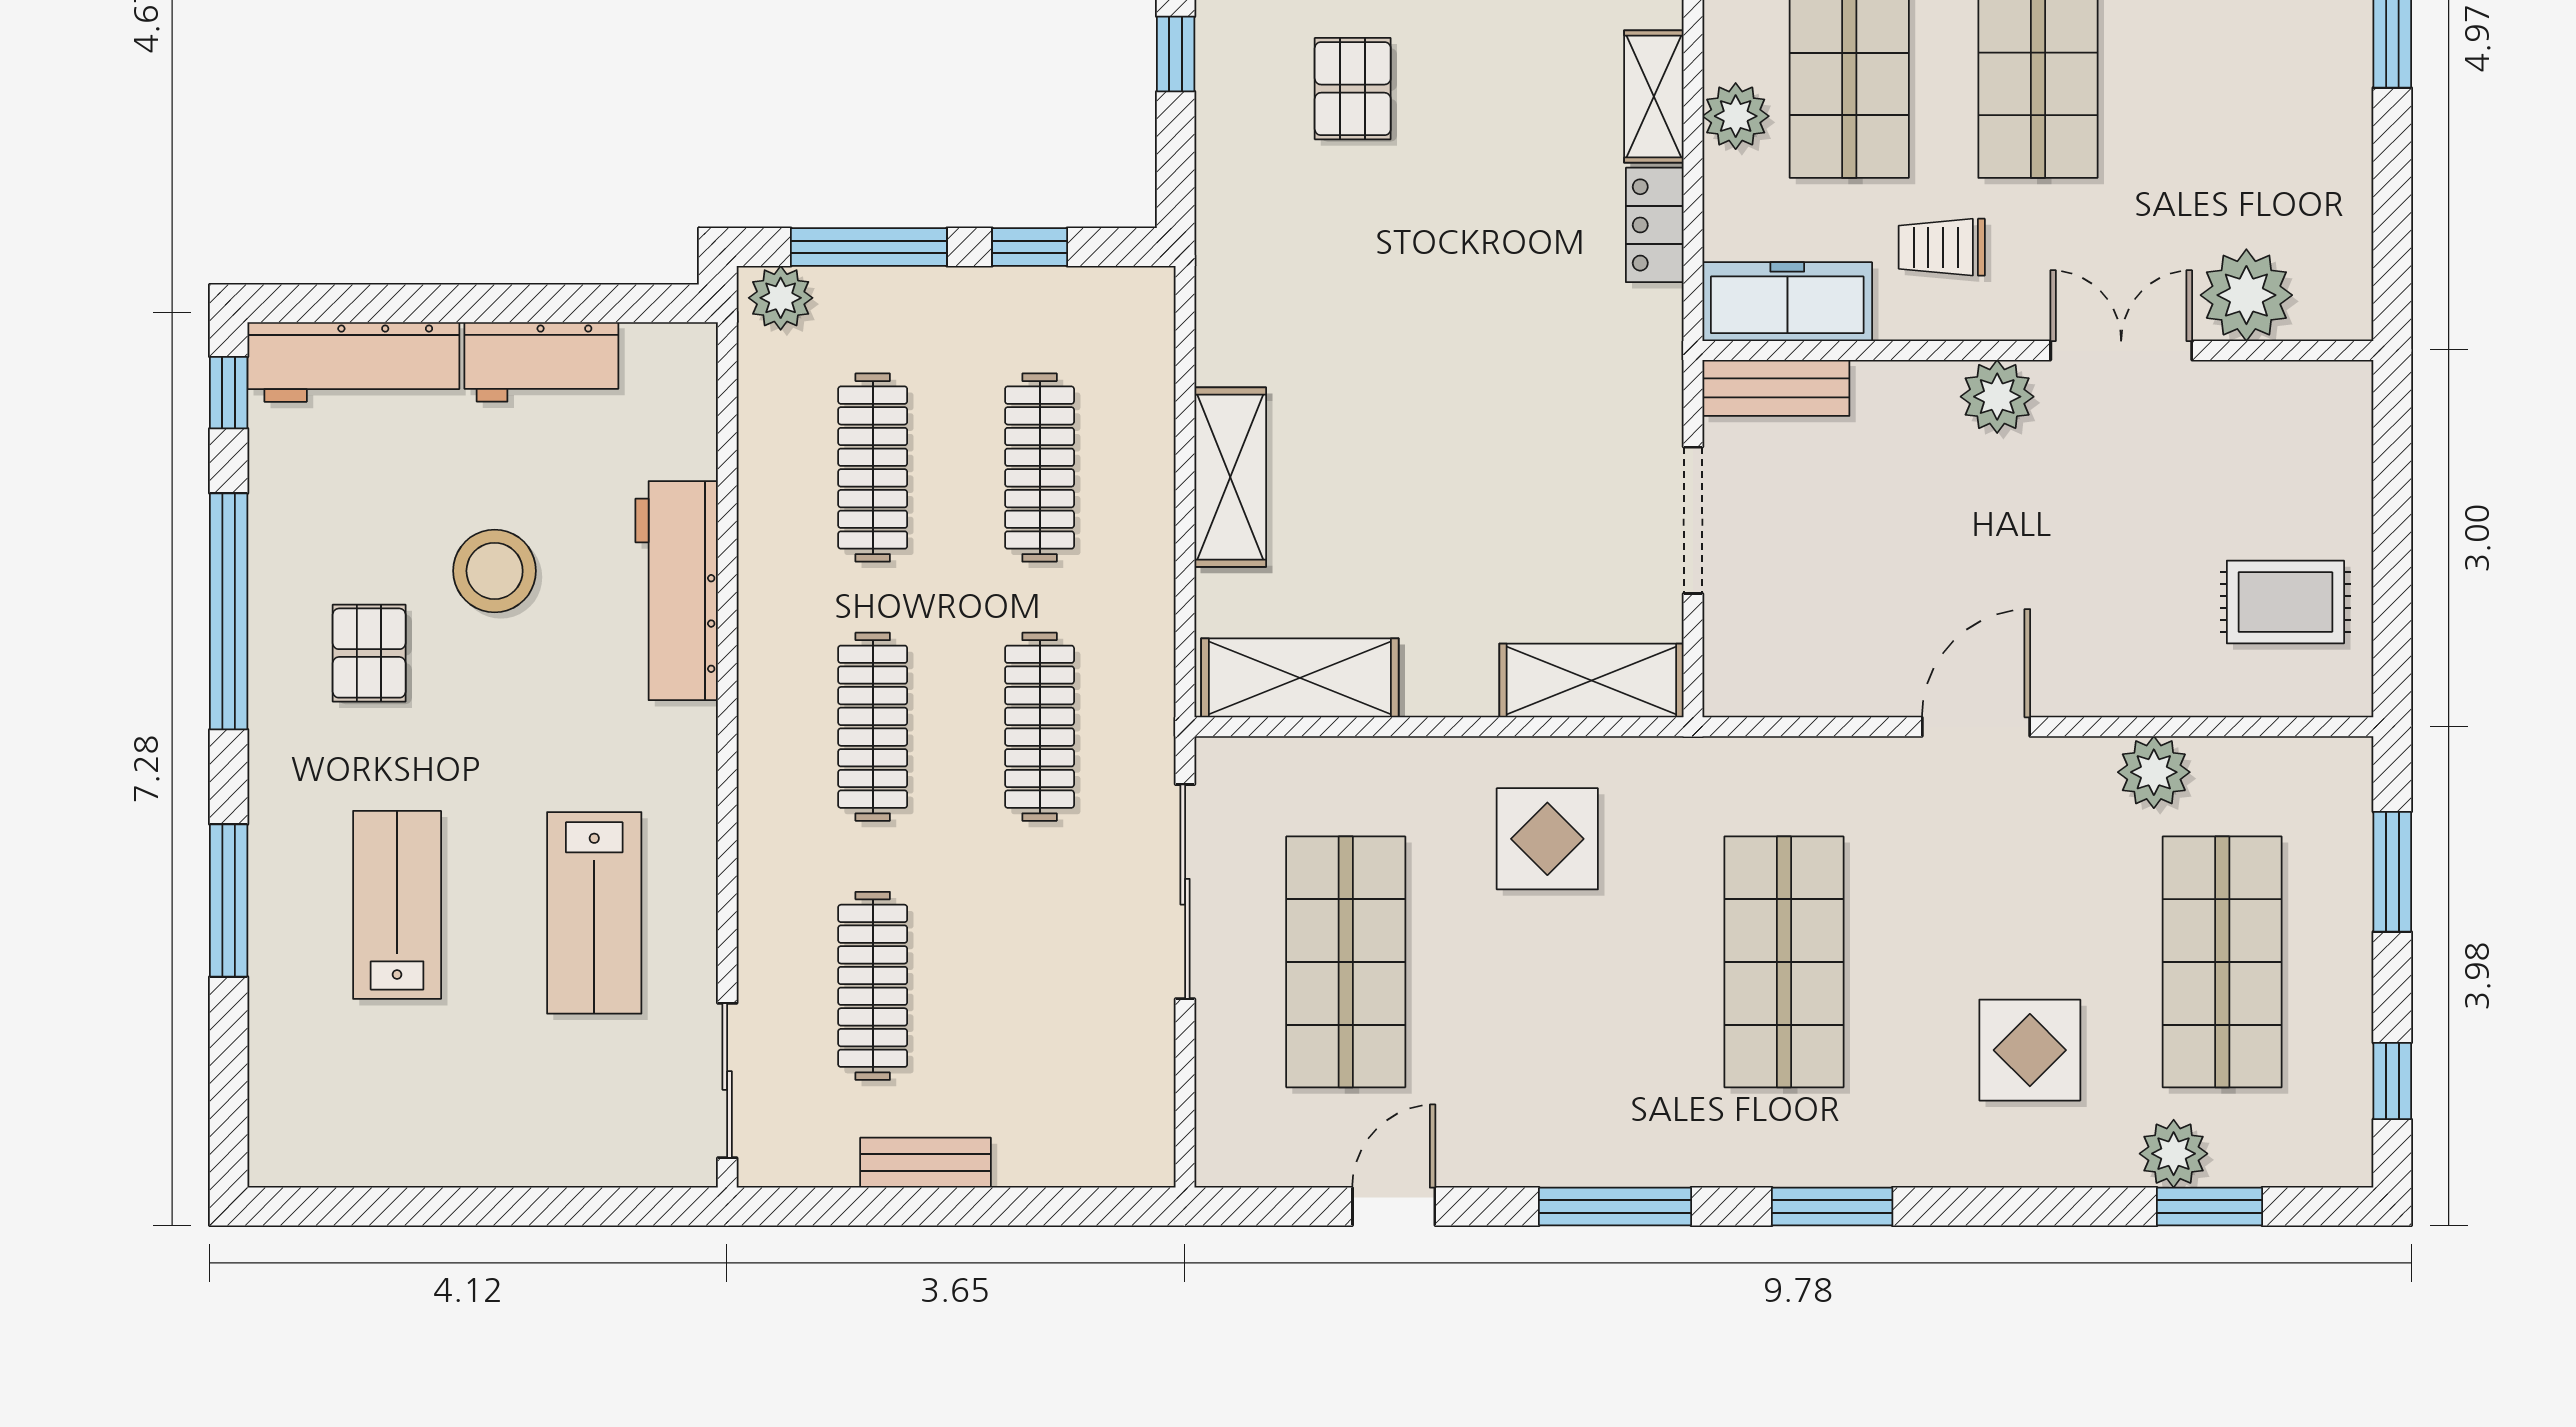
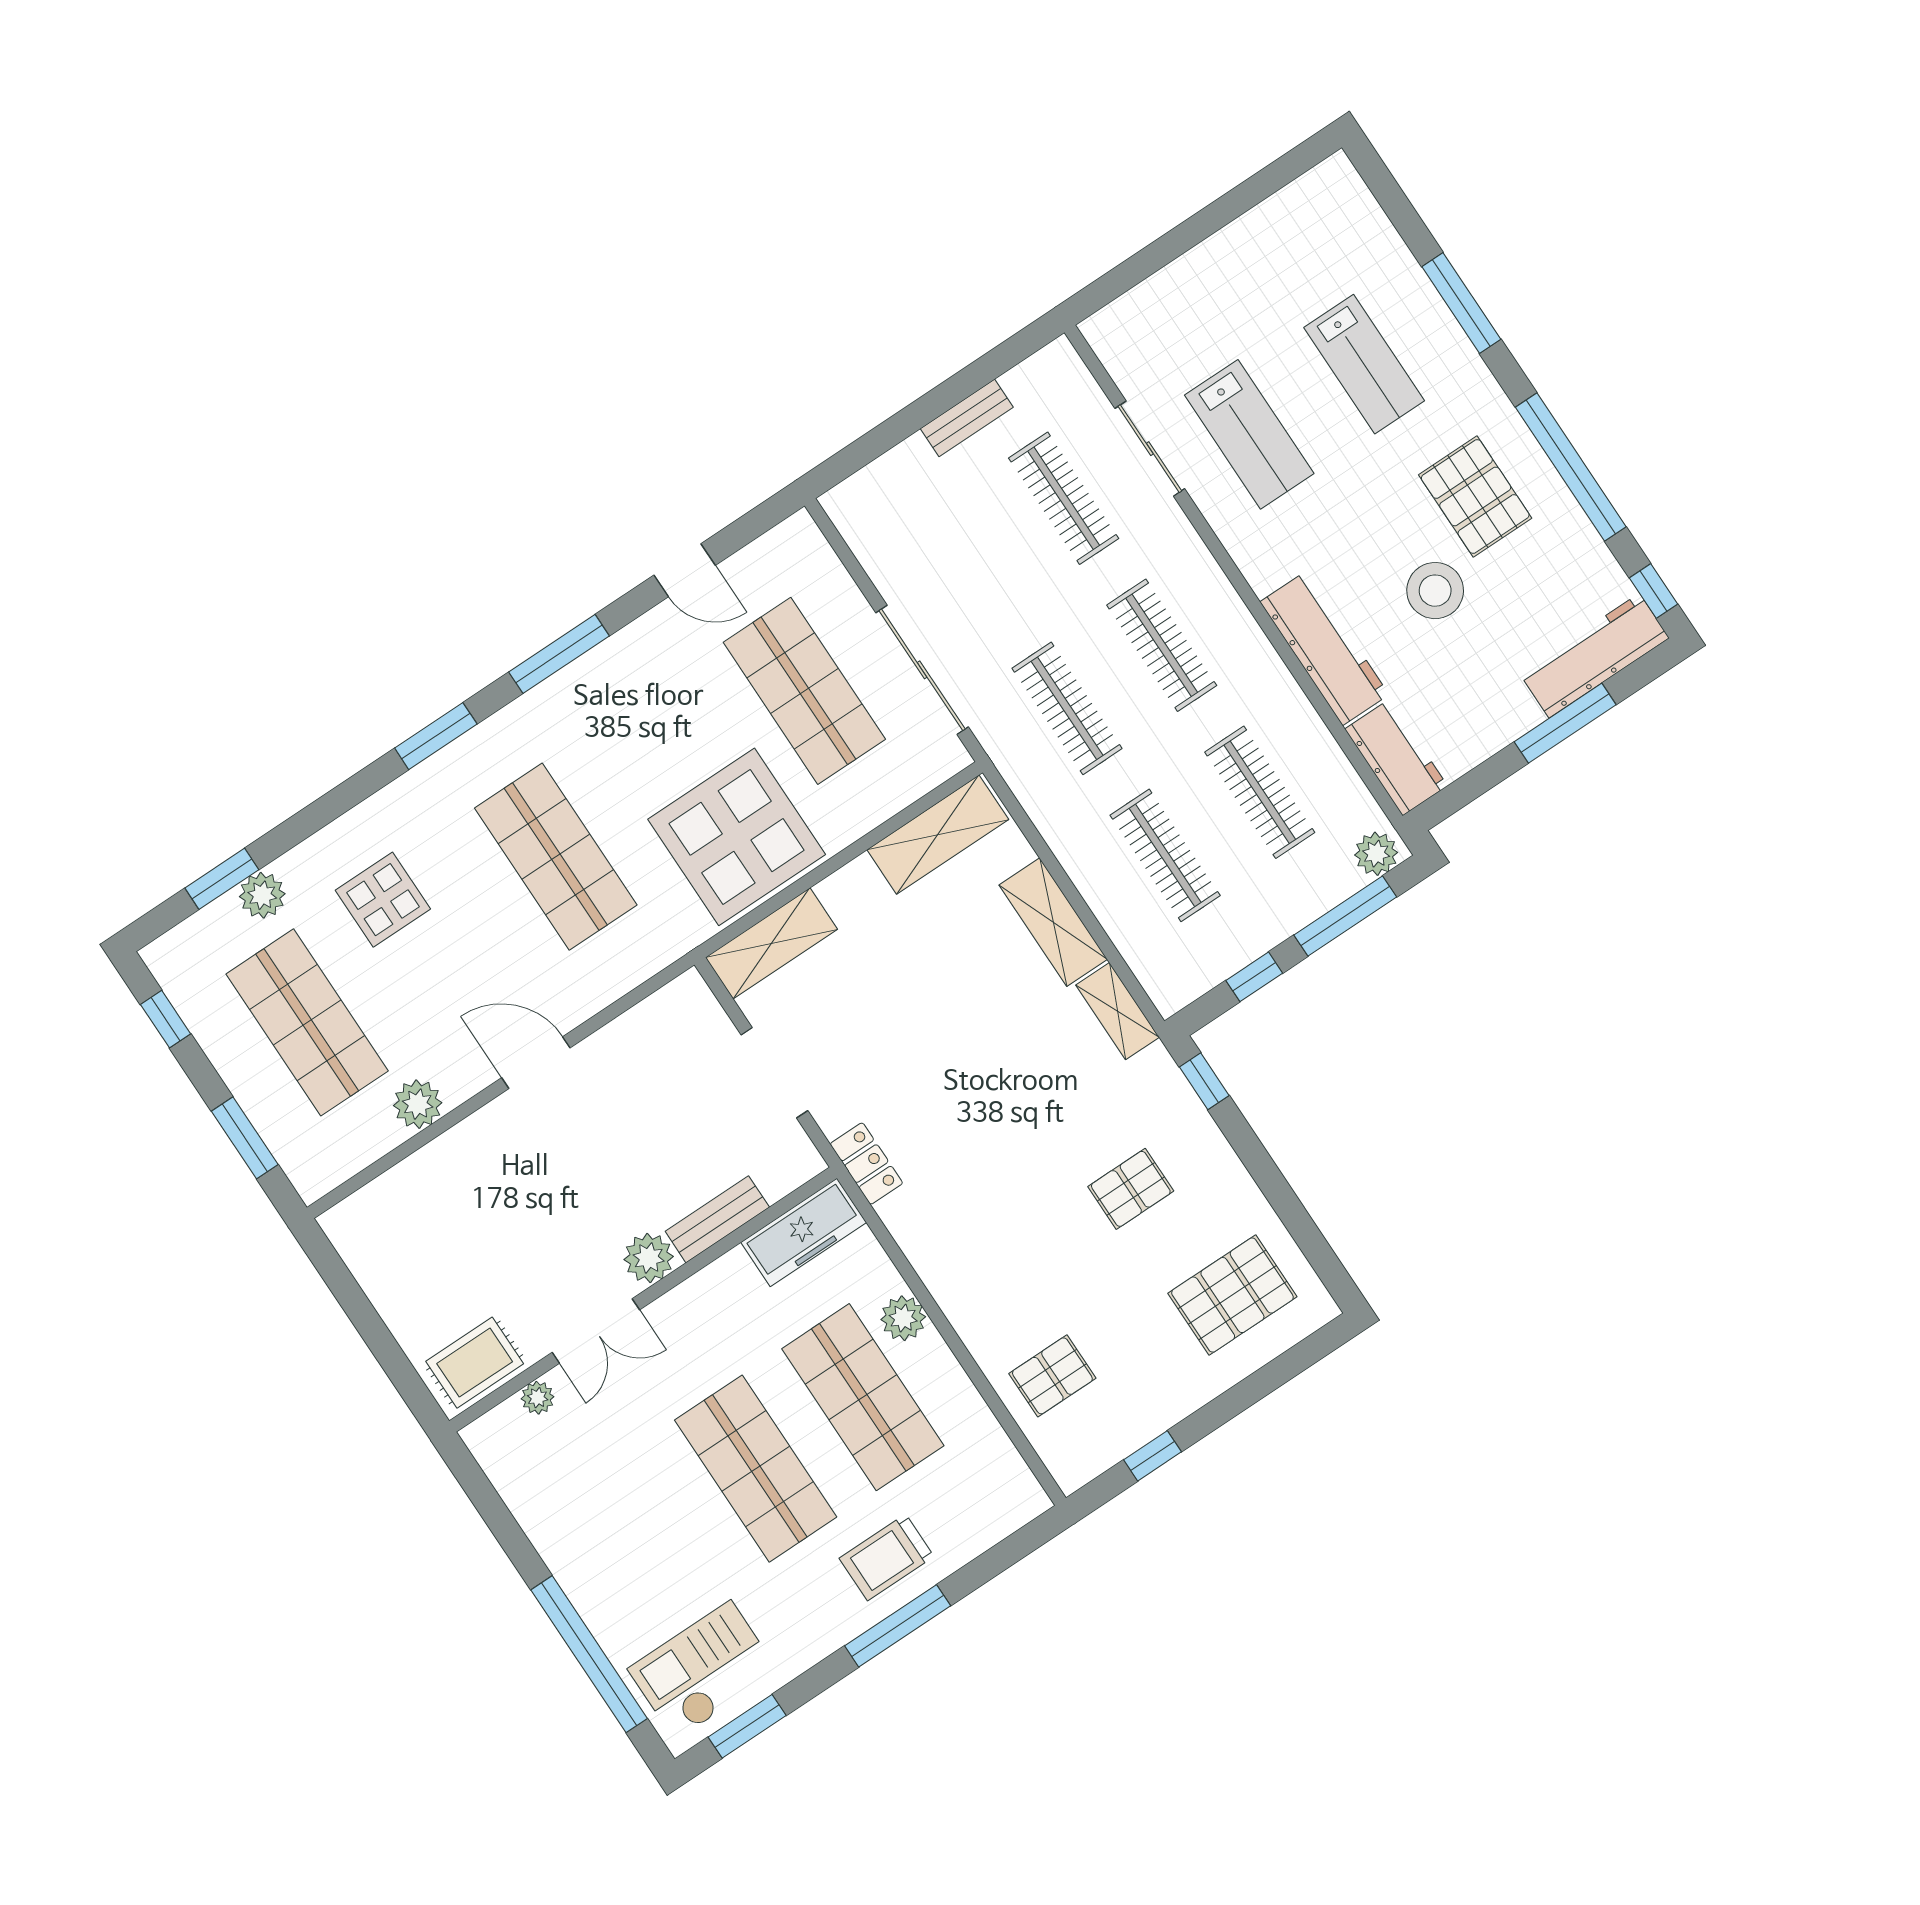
window: (1176, 54) -> (1204, 1081), moved
pallet: (1353, 89) -> (1131, 1189), turned 90
shelving: (1654, 96) -> (1118, 1011), moved
locker: (1655, 225) -> (866, 1164), moved
trolley: (1942, 247) -> (737, 1322), removed
plant: (2246, 295) -> (538, 1398), width x0.53, depth x0.53
window: (444, 303) -> (1565, 723), added
workbench: (541, 362) -> (1396, 757), moved, turned 90
bench: (1776, 388) -> (717, 1219), moved
rug: (2285, 602) -> (475, 1363), moved
pallet: (369, 653) -> (1475, 496), width x1.50, depth x1.42
door: (1976, 727) -> (536, 1063), swing flipped
display table: (1547, 839) -> (737, 837), width x1.86, depth x1.86
lab bench: (594, 913) -> (1249, 434), turned 180
sliding door: (727, 1080) -> (1150, 449), moved
door: (1394, 1206) -> (685, 570), hinge flipped

